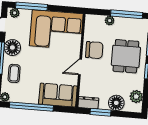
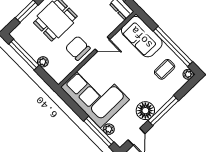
plant: (15, 13) -> (109, 129), moved
coffee table: (14, 73) -> (165, 69), moved

